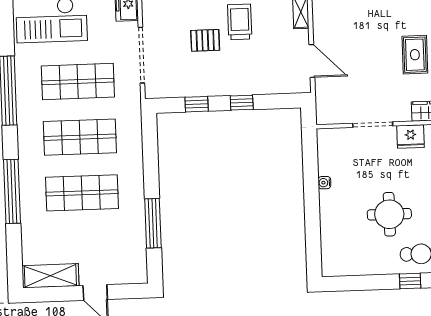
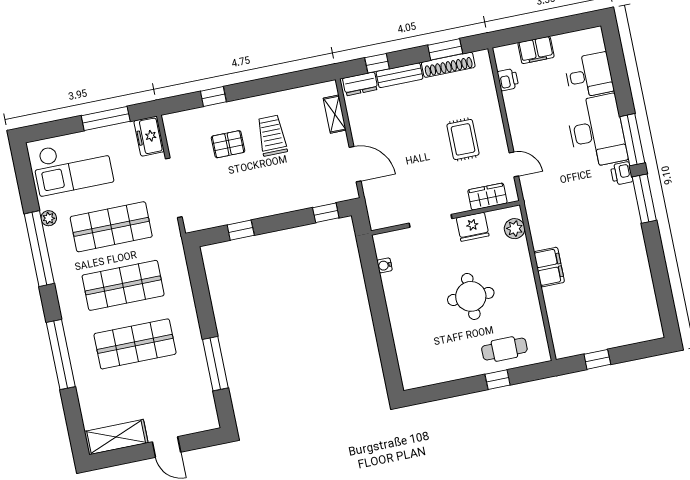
pallet: (205, 40) -> (228, 144), moved
plant: (22, 64) -> (49, 218), added
window: (242, 103) -> (326, 213), moved
water cooler: (324, 183) -> (385, 265), moved
round table: (389, 214) -> (471, 296), moved

